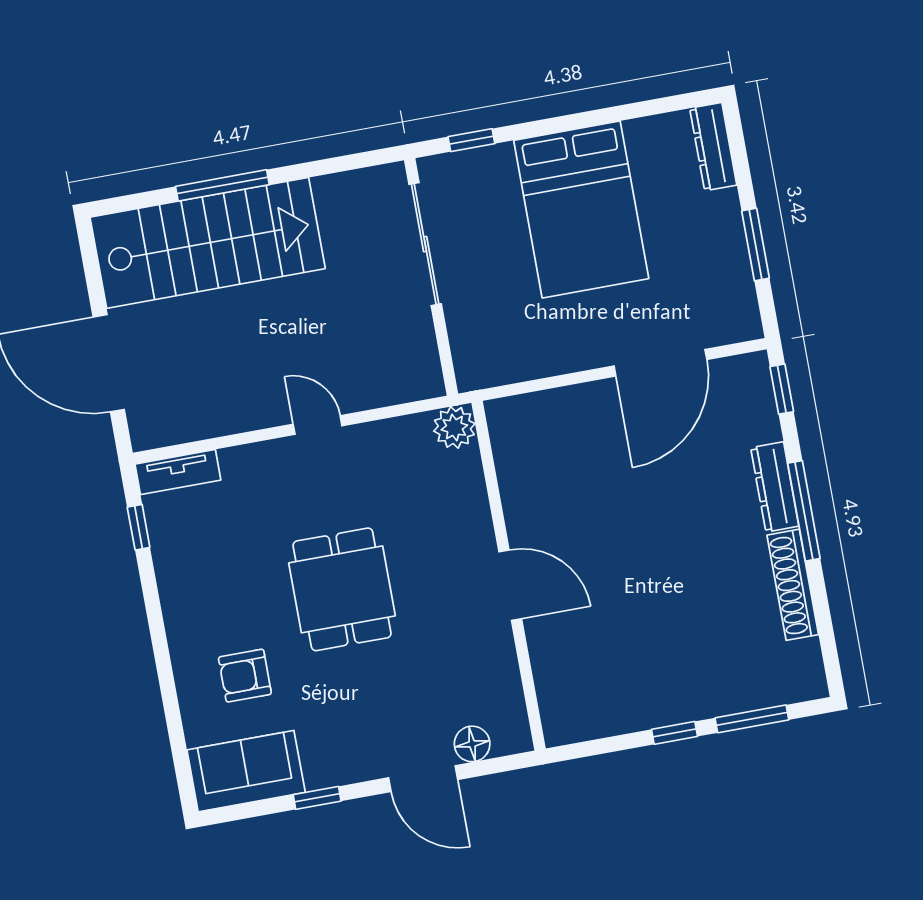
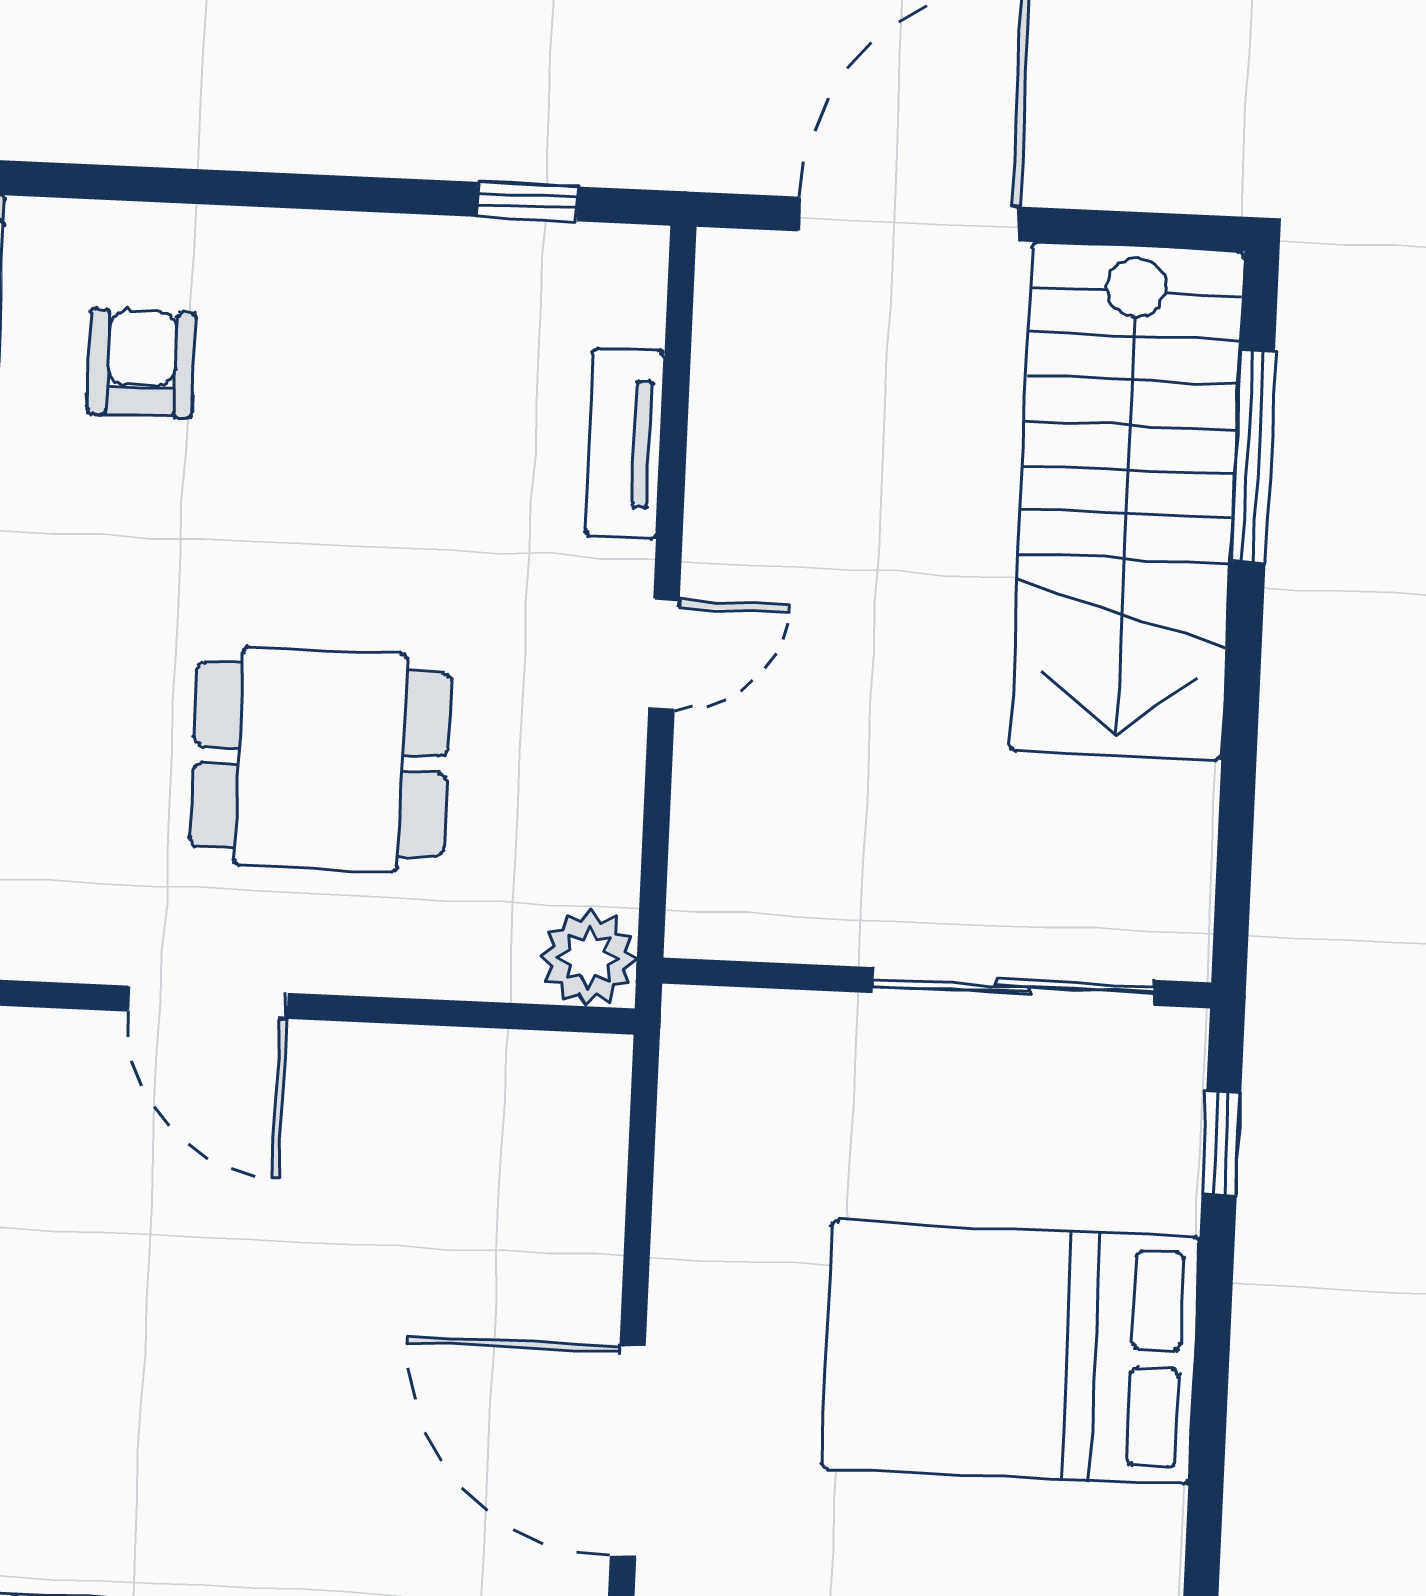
window: (222, 185) -> (1253, 456), moved
tv unit: (178, 472) -> (625, 443), moved
door: (510, 585) -> (208, 1002), hinge flipped
dining table: (342, 589) -> (320, 759), moved

